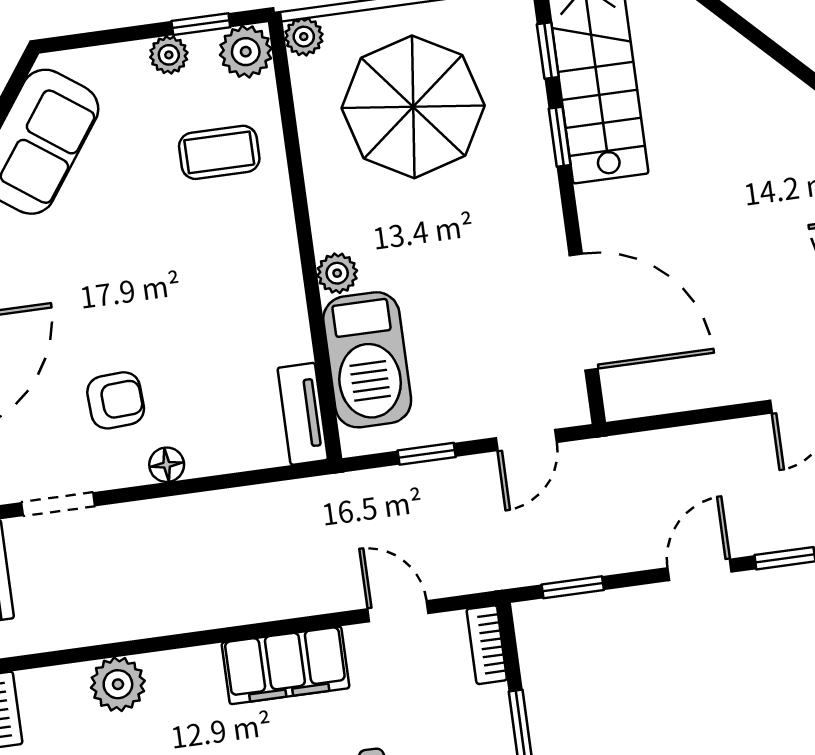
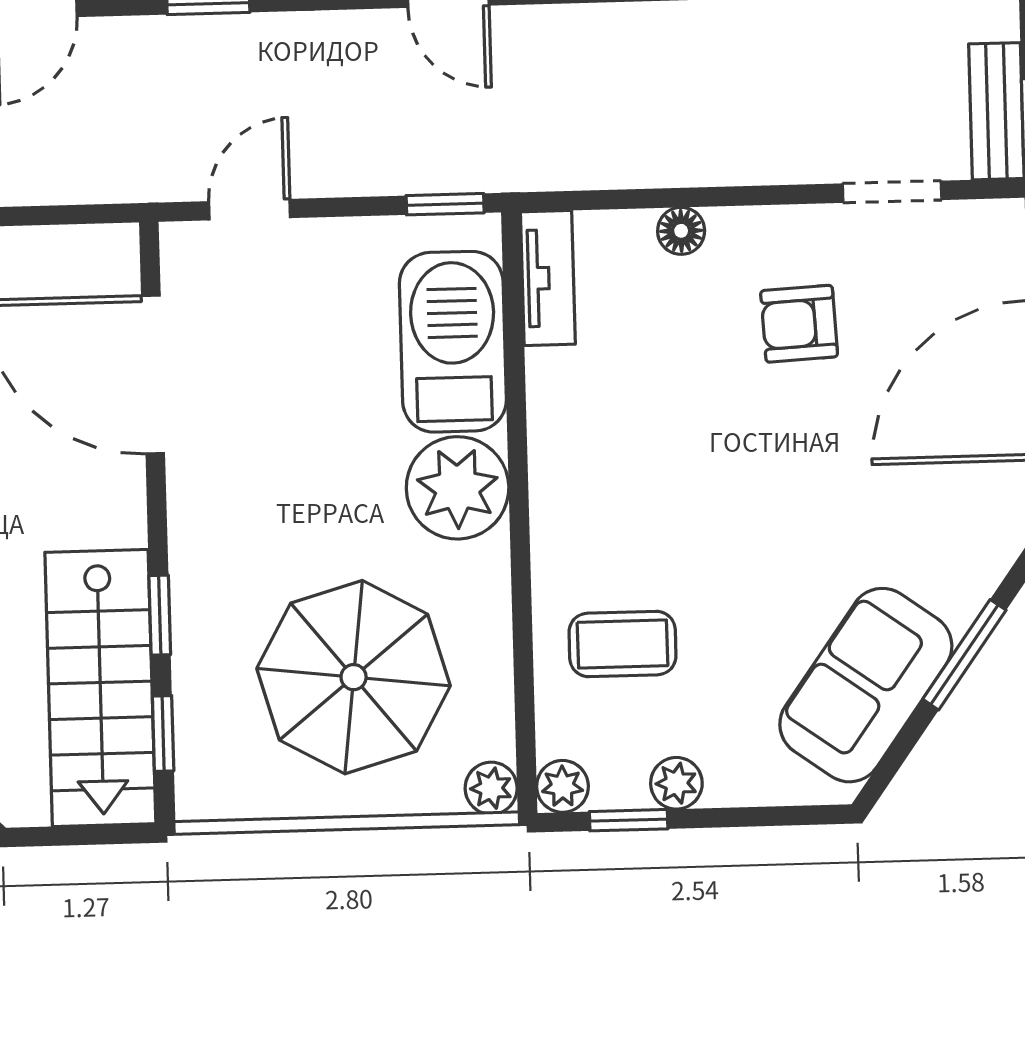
plant: (246, 52) -> (562, 786), width x0.73, depth x0.73
plant: (337, 273) -> (458, 488), width x1.88, depth x1.88
window: (427, 454) -> (445, 204), moved
floor lamp: (167, 465) -> (681, 231), moved

